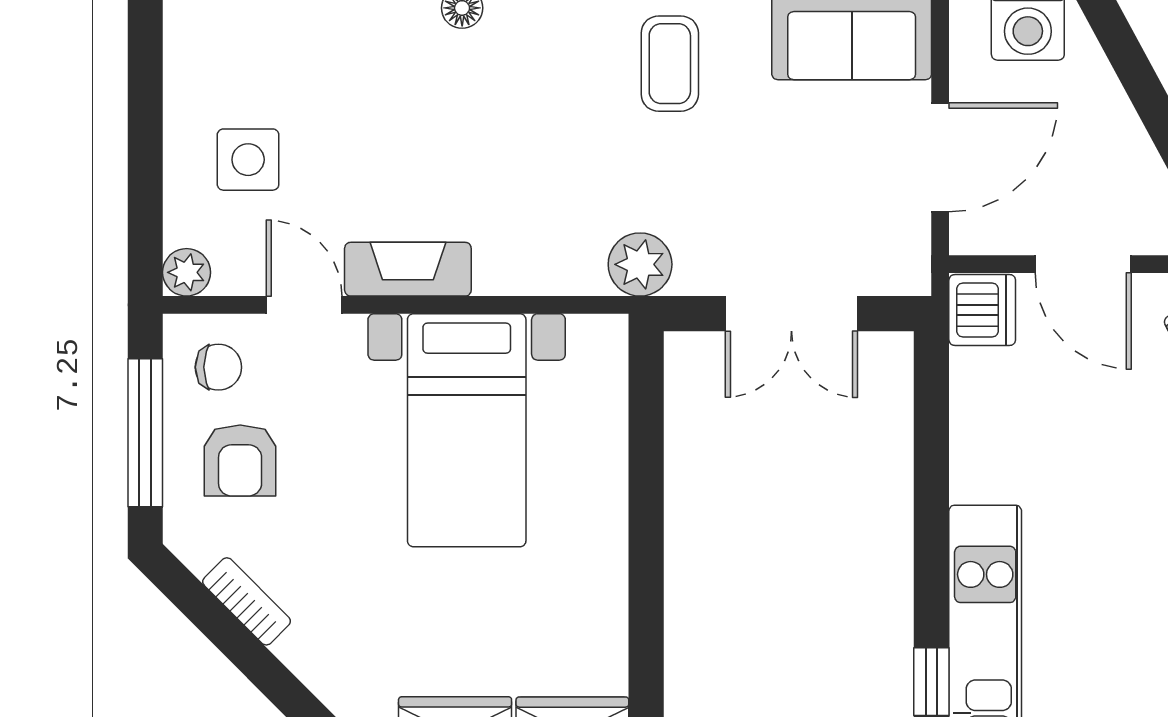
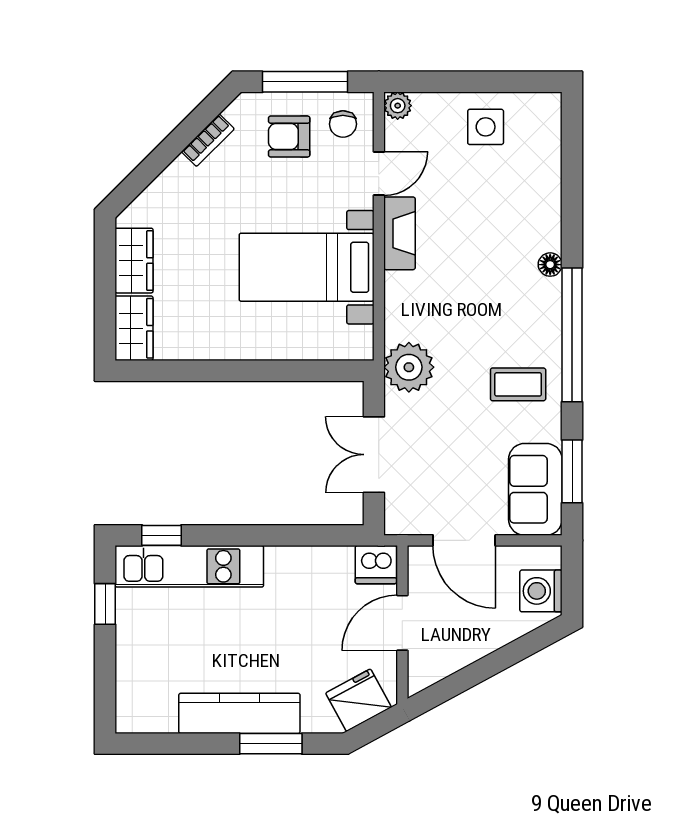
side table: (248, 160) -> (486, 127), moved
plant: (640, 264) -> (409, 367), width x1.36, depth x1.36

